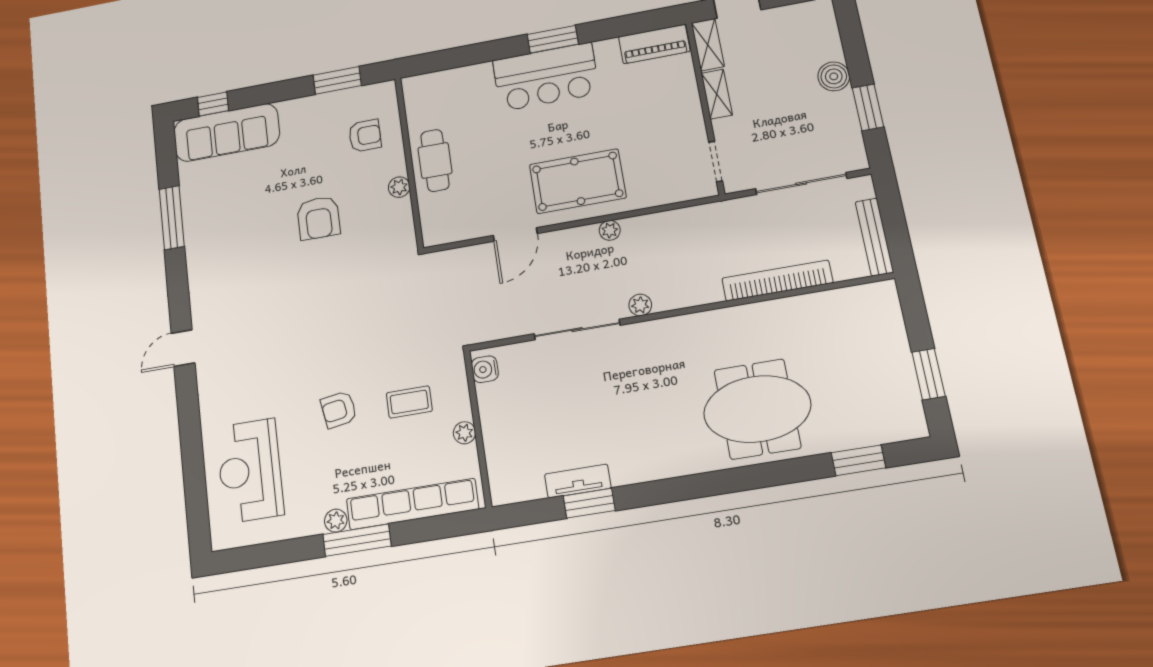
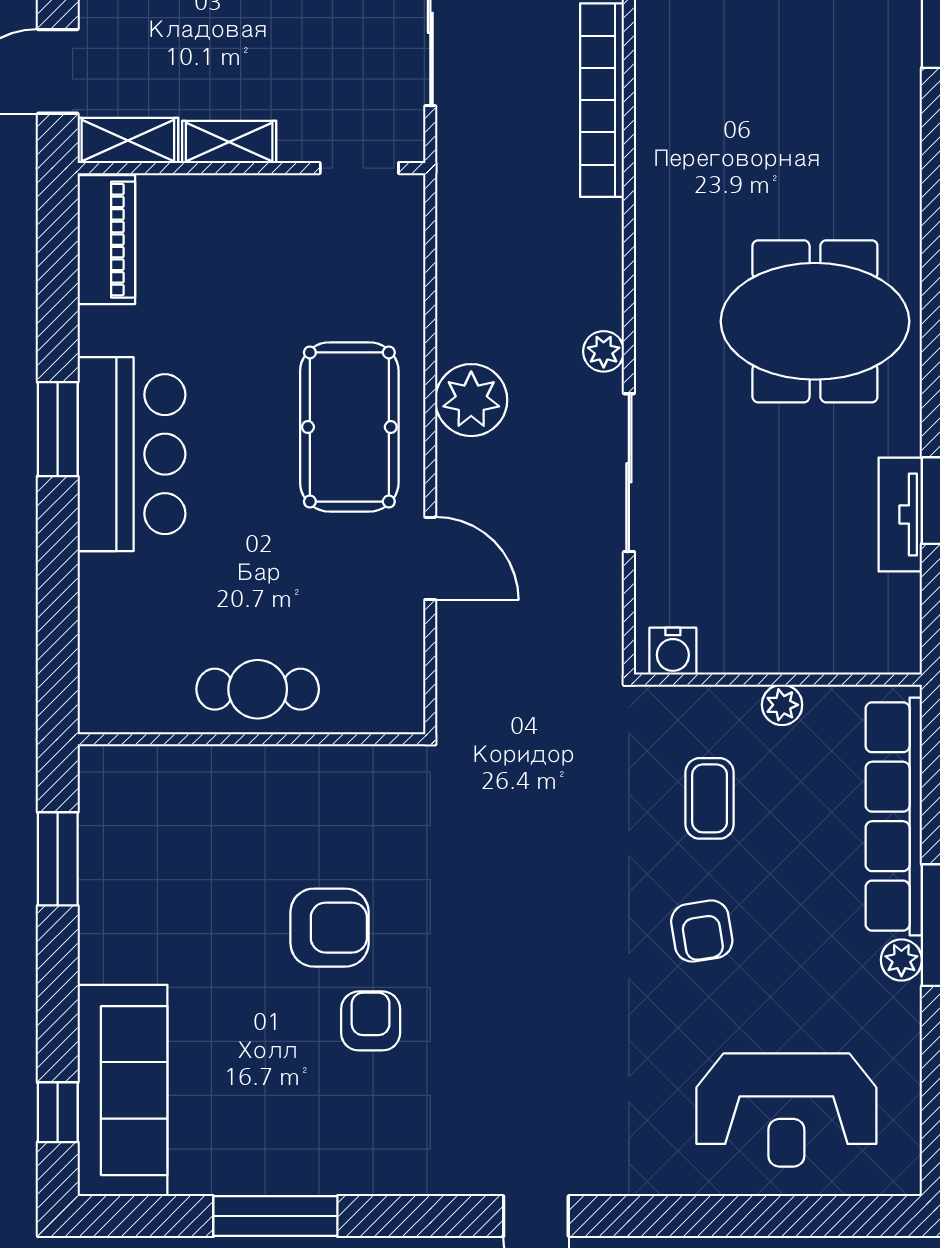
armchair: (365, 136) -> (371, 1021), moved
plant: (399, 187) -> (297, 765), removed
plant: (610, 230) -> (471, 400), width x1.88, depth x1.88
meeting table: (757, 409) -> (815, 321), moved, turned 90

